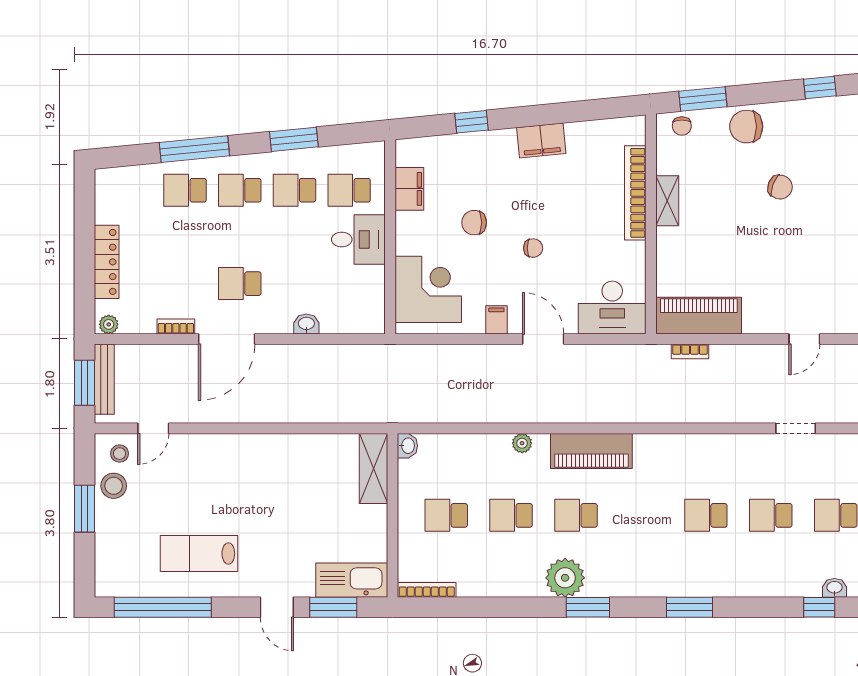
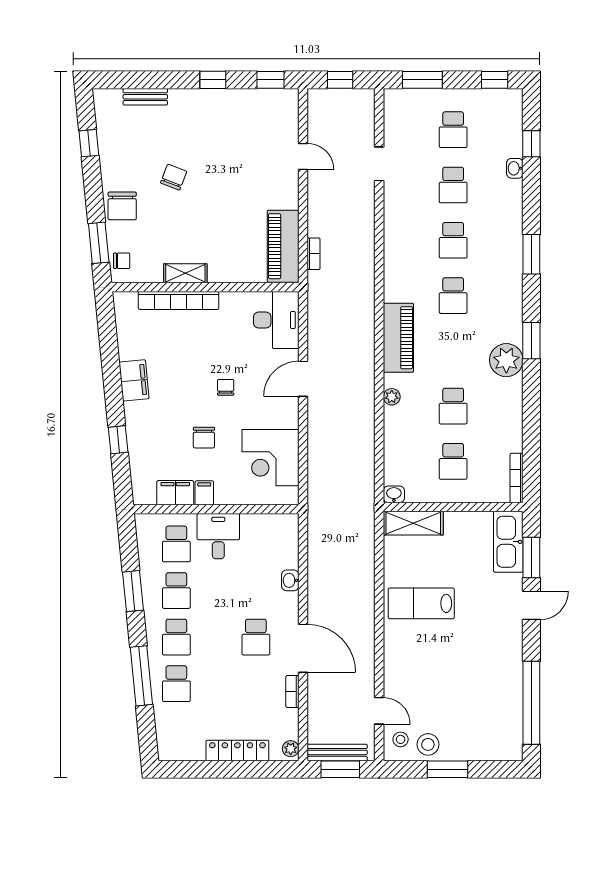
corner desk: (428, 289) -> (270, 458), moved, turned -90
filing cabinet: (496, 320) -> (204, 493), moved, turned 90
school desk: (576, 515) -> (453, 296), moved
lab bench: (199, 553) -> (421, 603), moved, turned 90
washbasin: (835, 588) -> (515, 168), moved

